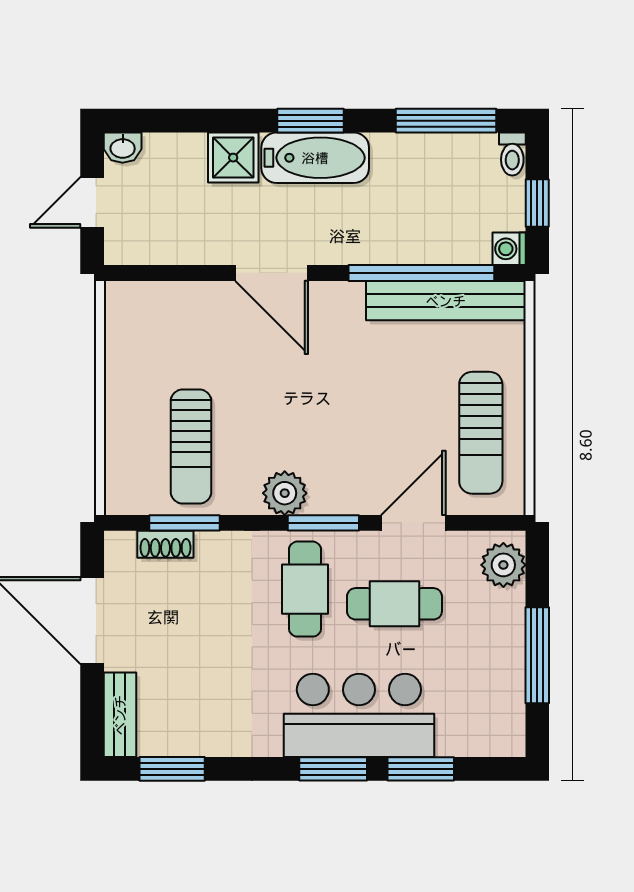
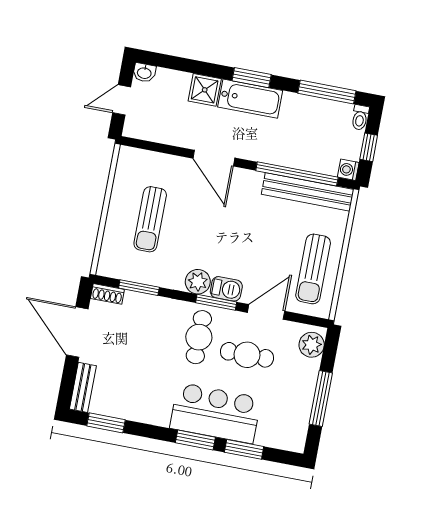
sun lounger: (191, 446) -> (150, 219), moved
barbecue: (337, 496) -> (226, 289), added
shoe rack: (165, 544) -> (107, 294), moved

